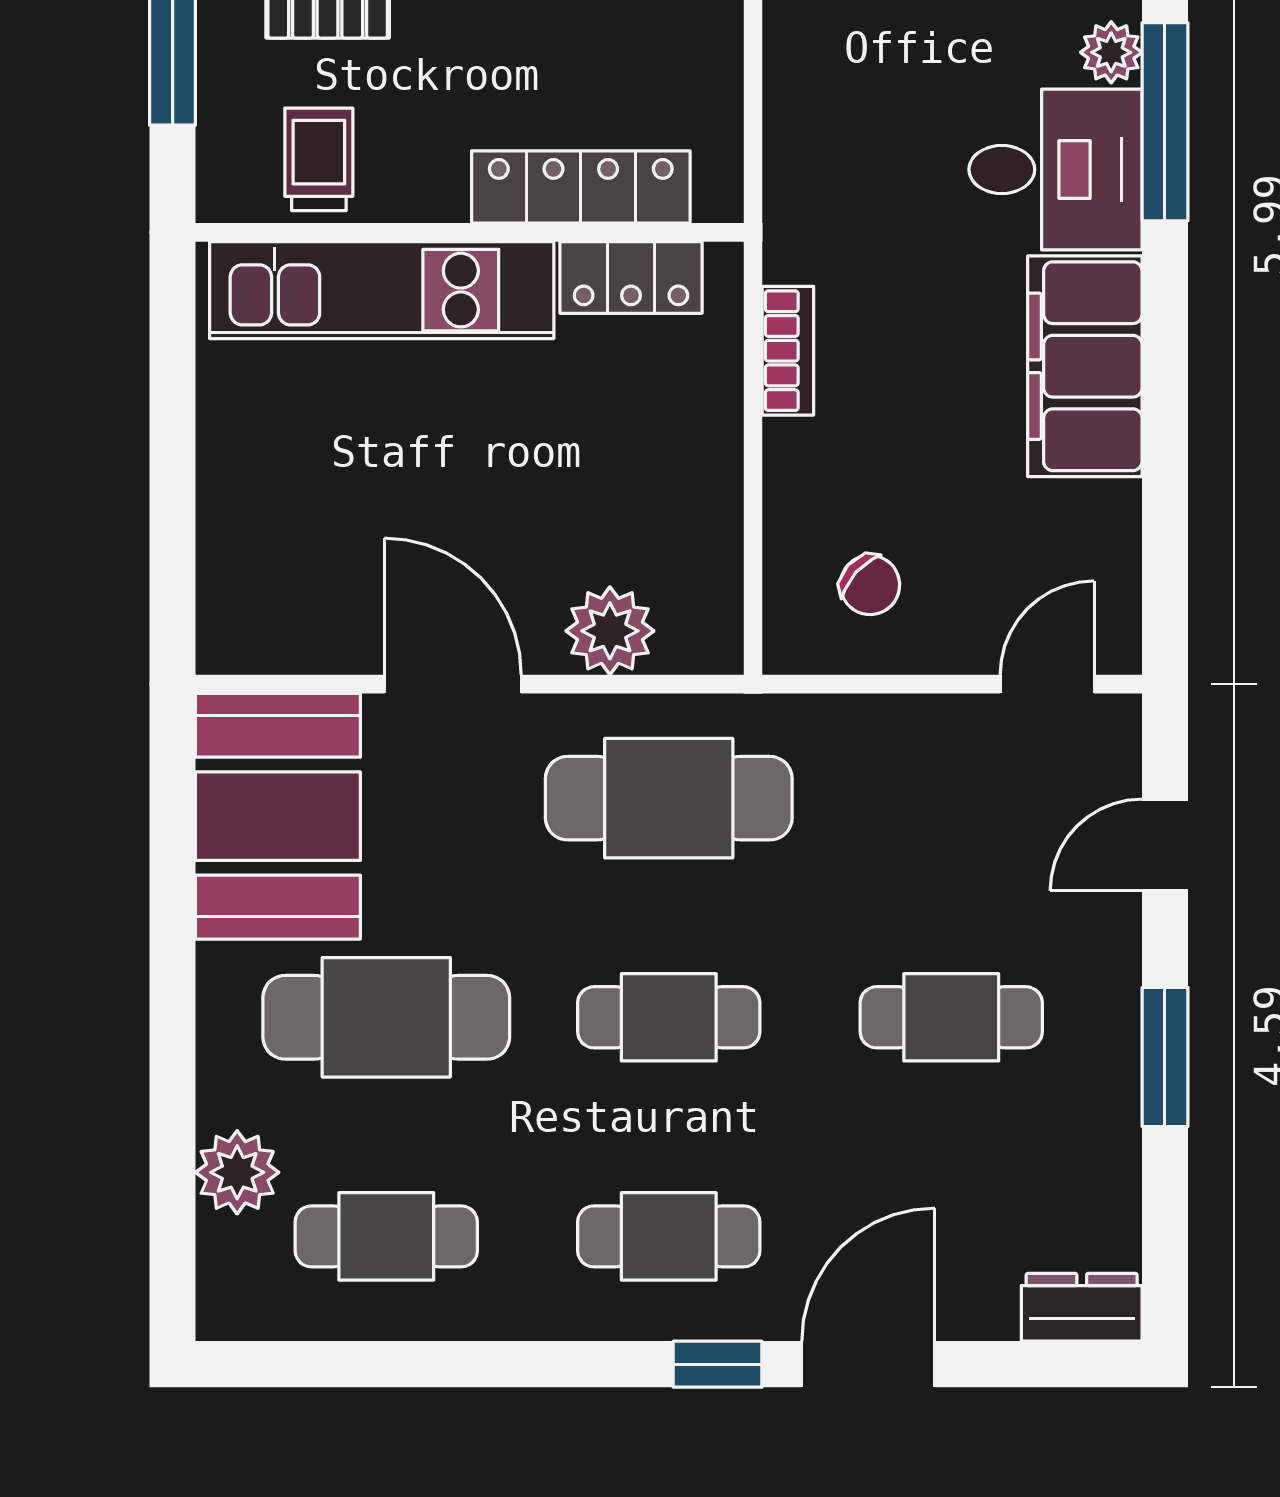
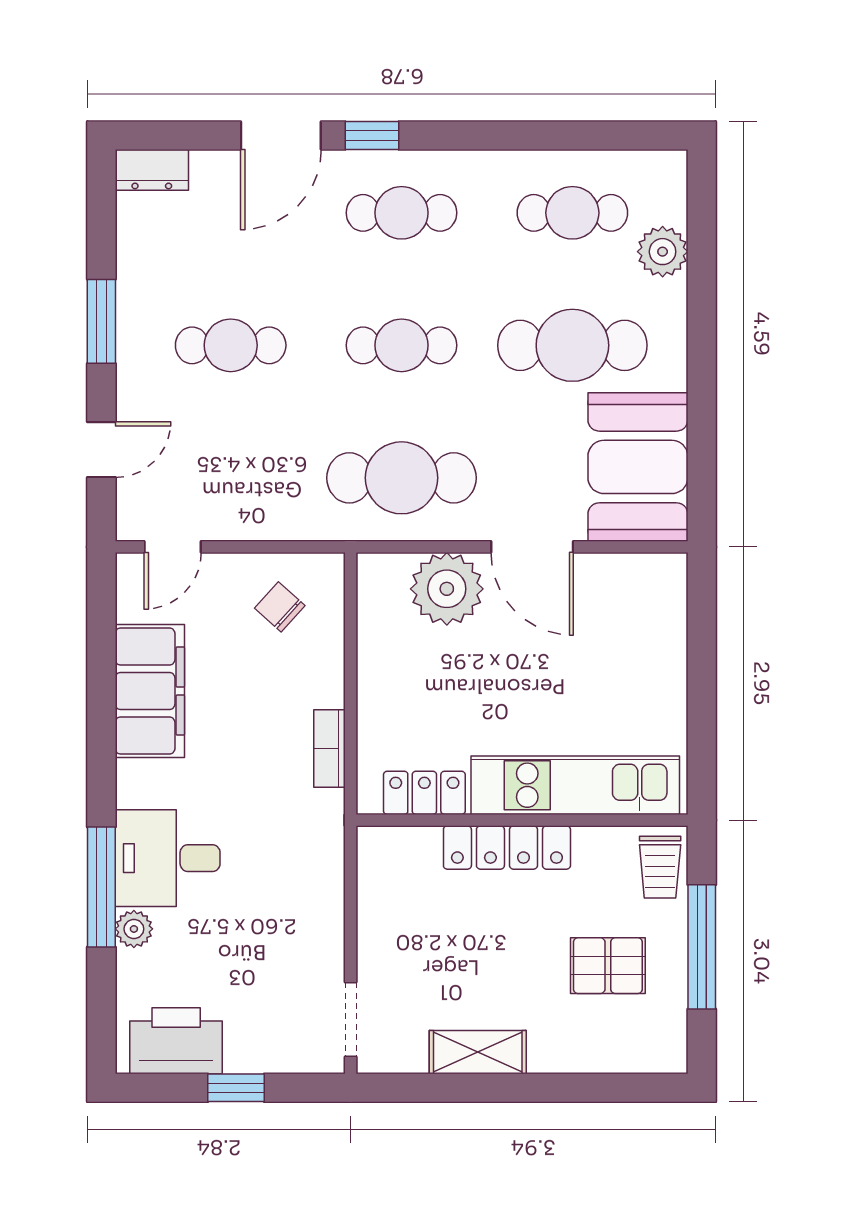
trolley: (319, 159) -> (660, 867), moved
locker: (581, 187) -> (507, 848), moved
filing cabinet: (1085, 366) -> (150, 691), moved
plant: (610, 631) -> (447, 589), width x1.36, depth x1.36

